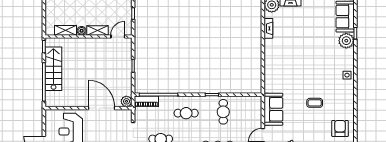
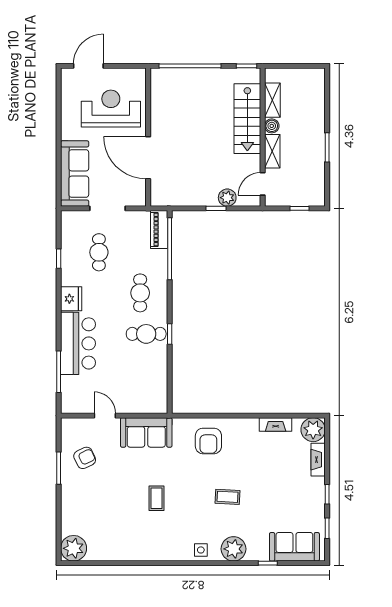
door: (118, 36) -> (263, 184), swing flipped
plant: (346, 41) -> (234, 549), moved
coffee table: (314, 58) -> (228, 497), added
stairs: (53, 69) -> (247, 119), moved, turned 90
plant: (126, 101) -> (227, 198), moved
door: (101, 108) -> (148, 158), swing flipped
cafe table: (223, 112) -> (146, 334), moved
armchair: (340, 128) -> (208, 441), moved, turned 90

